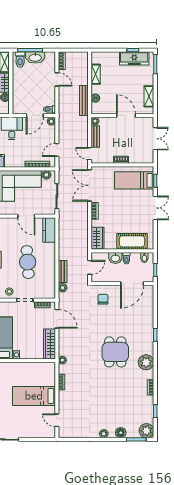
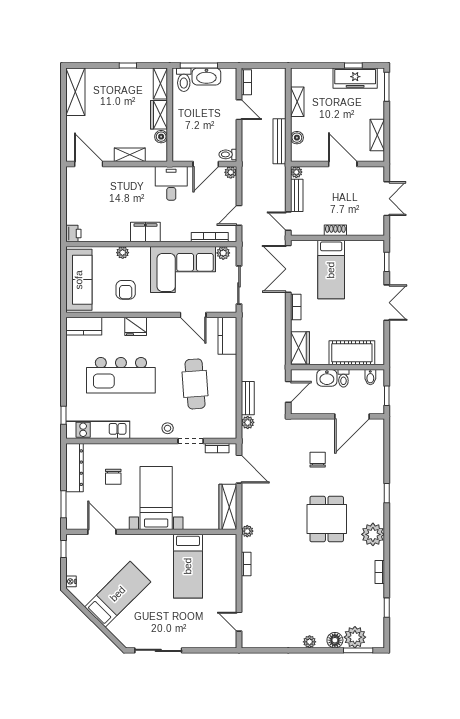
bed: (134, 180) -> (331, 270), moved, turned -90
chair: (103, 299) -> (318, 460), moved
bed: (34, 396) -> (188, 566), moved, turned -90
plant: (146, 431) -> (355, 637), moved

